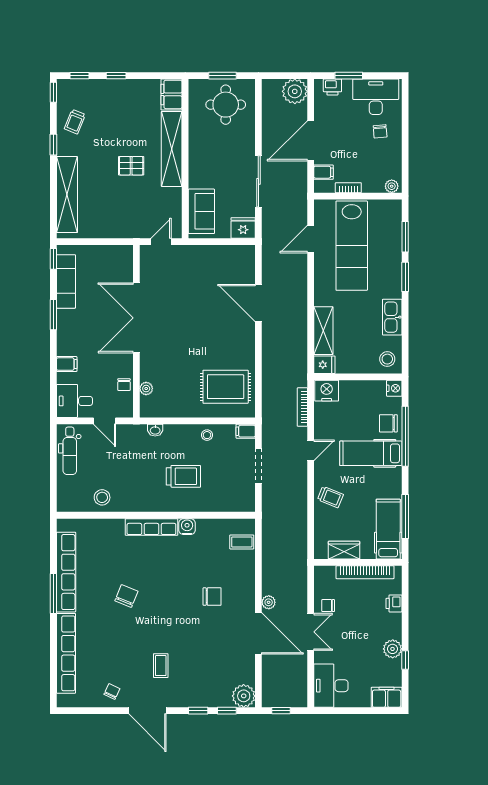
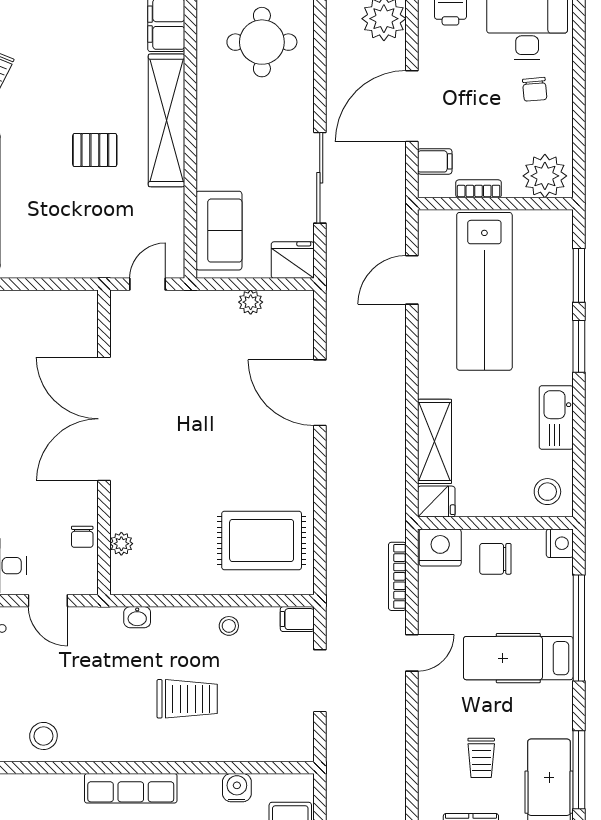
plant: (392, 186) -> (545, 176), width x1.87, depth x1.87
plant: (219, 252) -> (251, 302), added
chair: (388, 423) -> (495, 559), moved
trolley: (330, 497) -> (481, 758), moved, turned 68
water cooler: (187, 527) -> (237, 788), moved

